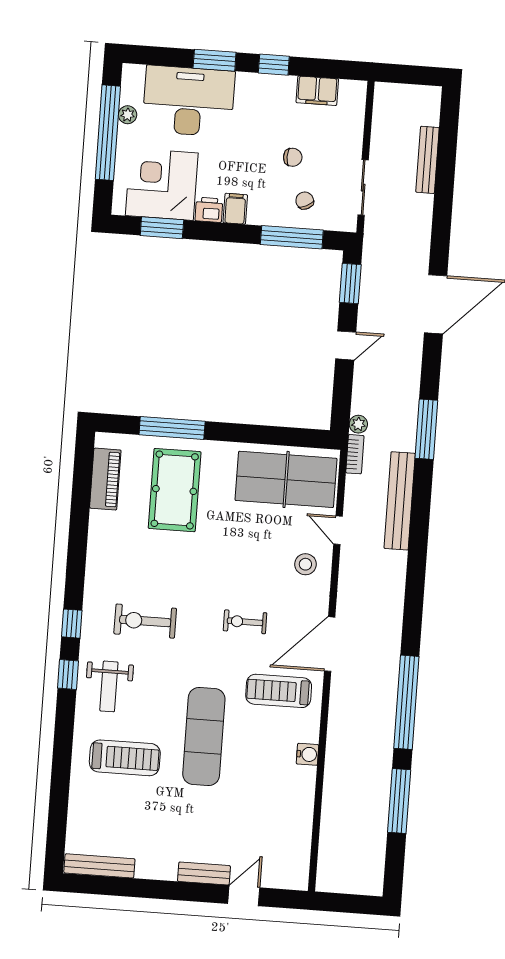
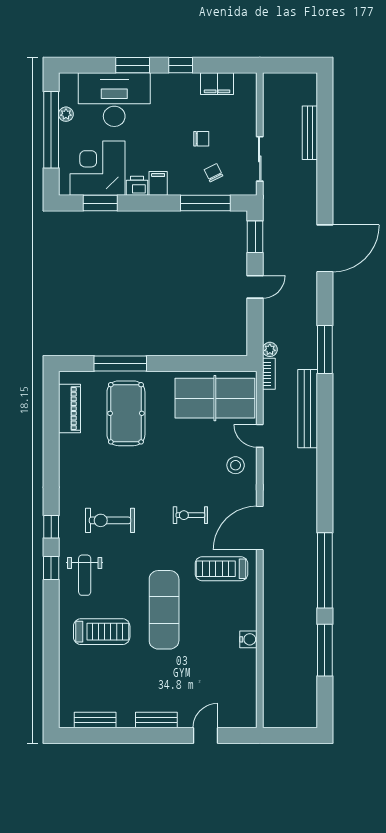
water cooler: (308, 754) -> (248, 639), moved
bench: (99, 866) -> (95, 720), width x0.73
bench: (204, 874) -> (156, 720), moved

